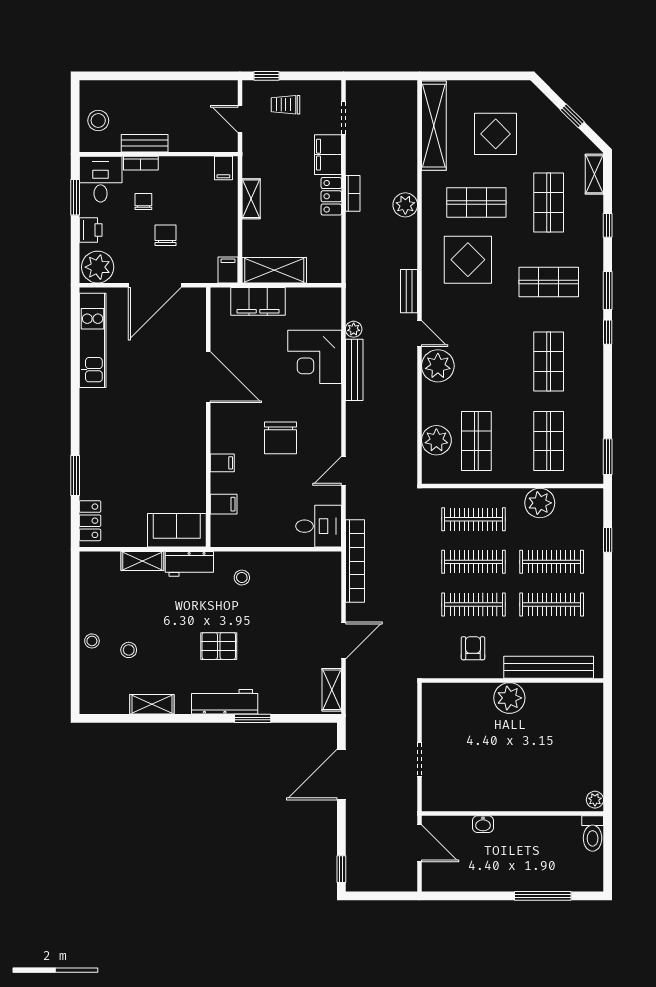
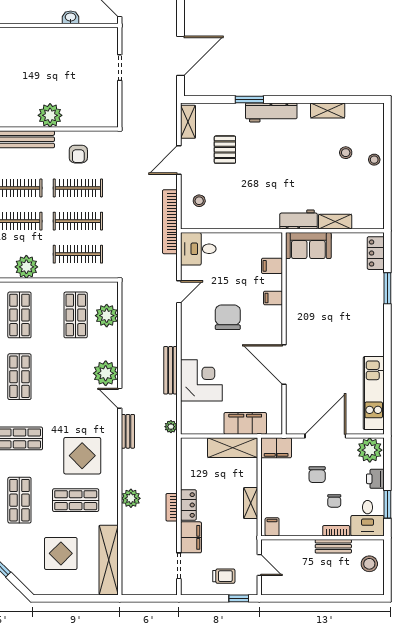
filing cabinet: (228, 270) -> (276, 448), width x2.00
plant: (354, 329) -> (171, 427), moved
stool: (242, 578) -> (199, 201), moved
pallet: (219, 646) -> (225, 150), moved, turned 90

